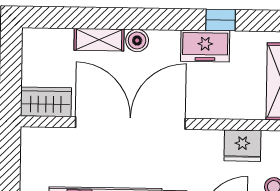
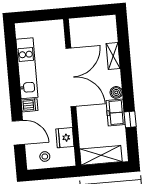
boiler: (137, 40) -> (116, 92), moved
wardrobe: (46, 102) -> (77, 31), removed

